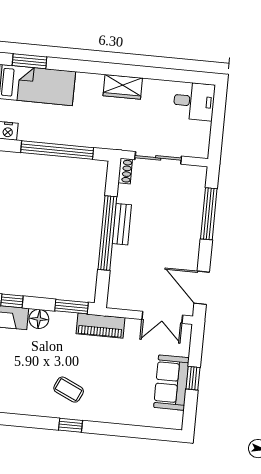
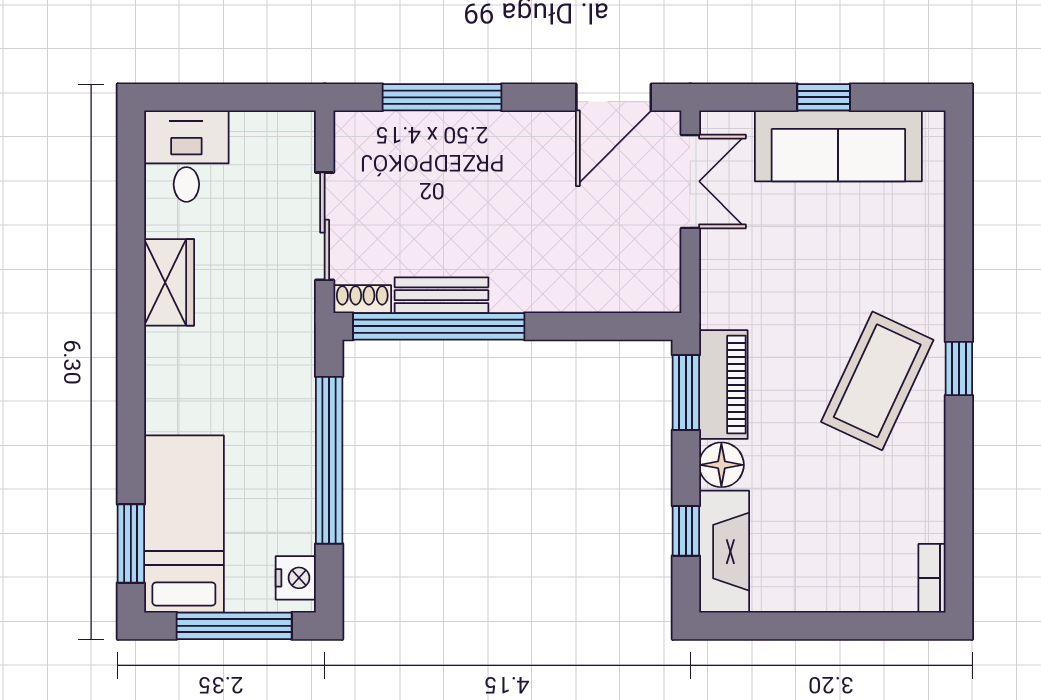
wardrobe: (123, 87) -> (169, 282), moved
bench: (122, 224) -> (441, 295), moved
window: (107, 233) -> (439, 326), moved
piano: (100, 326) -> (723, 385), moved
sofa: (171, 383) -> (838, 146), width x1.36
coffee table: (69, 390) -> (877, 381), width x1.86, depth x1.72

